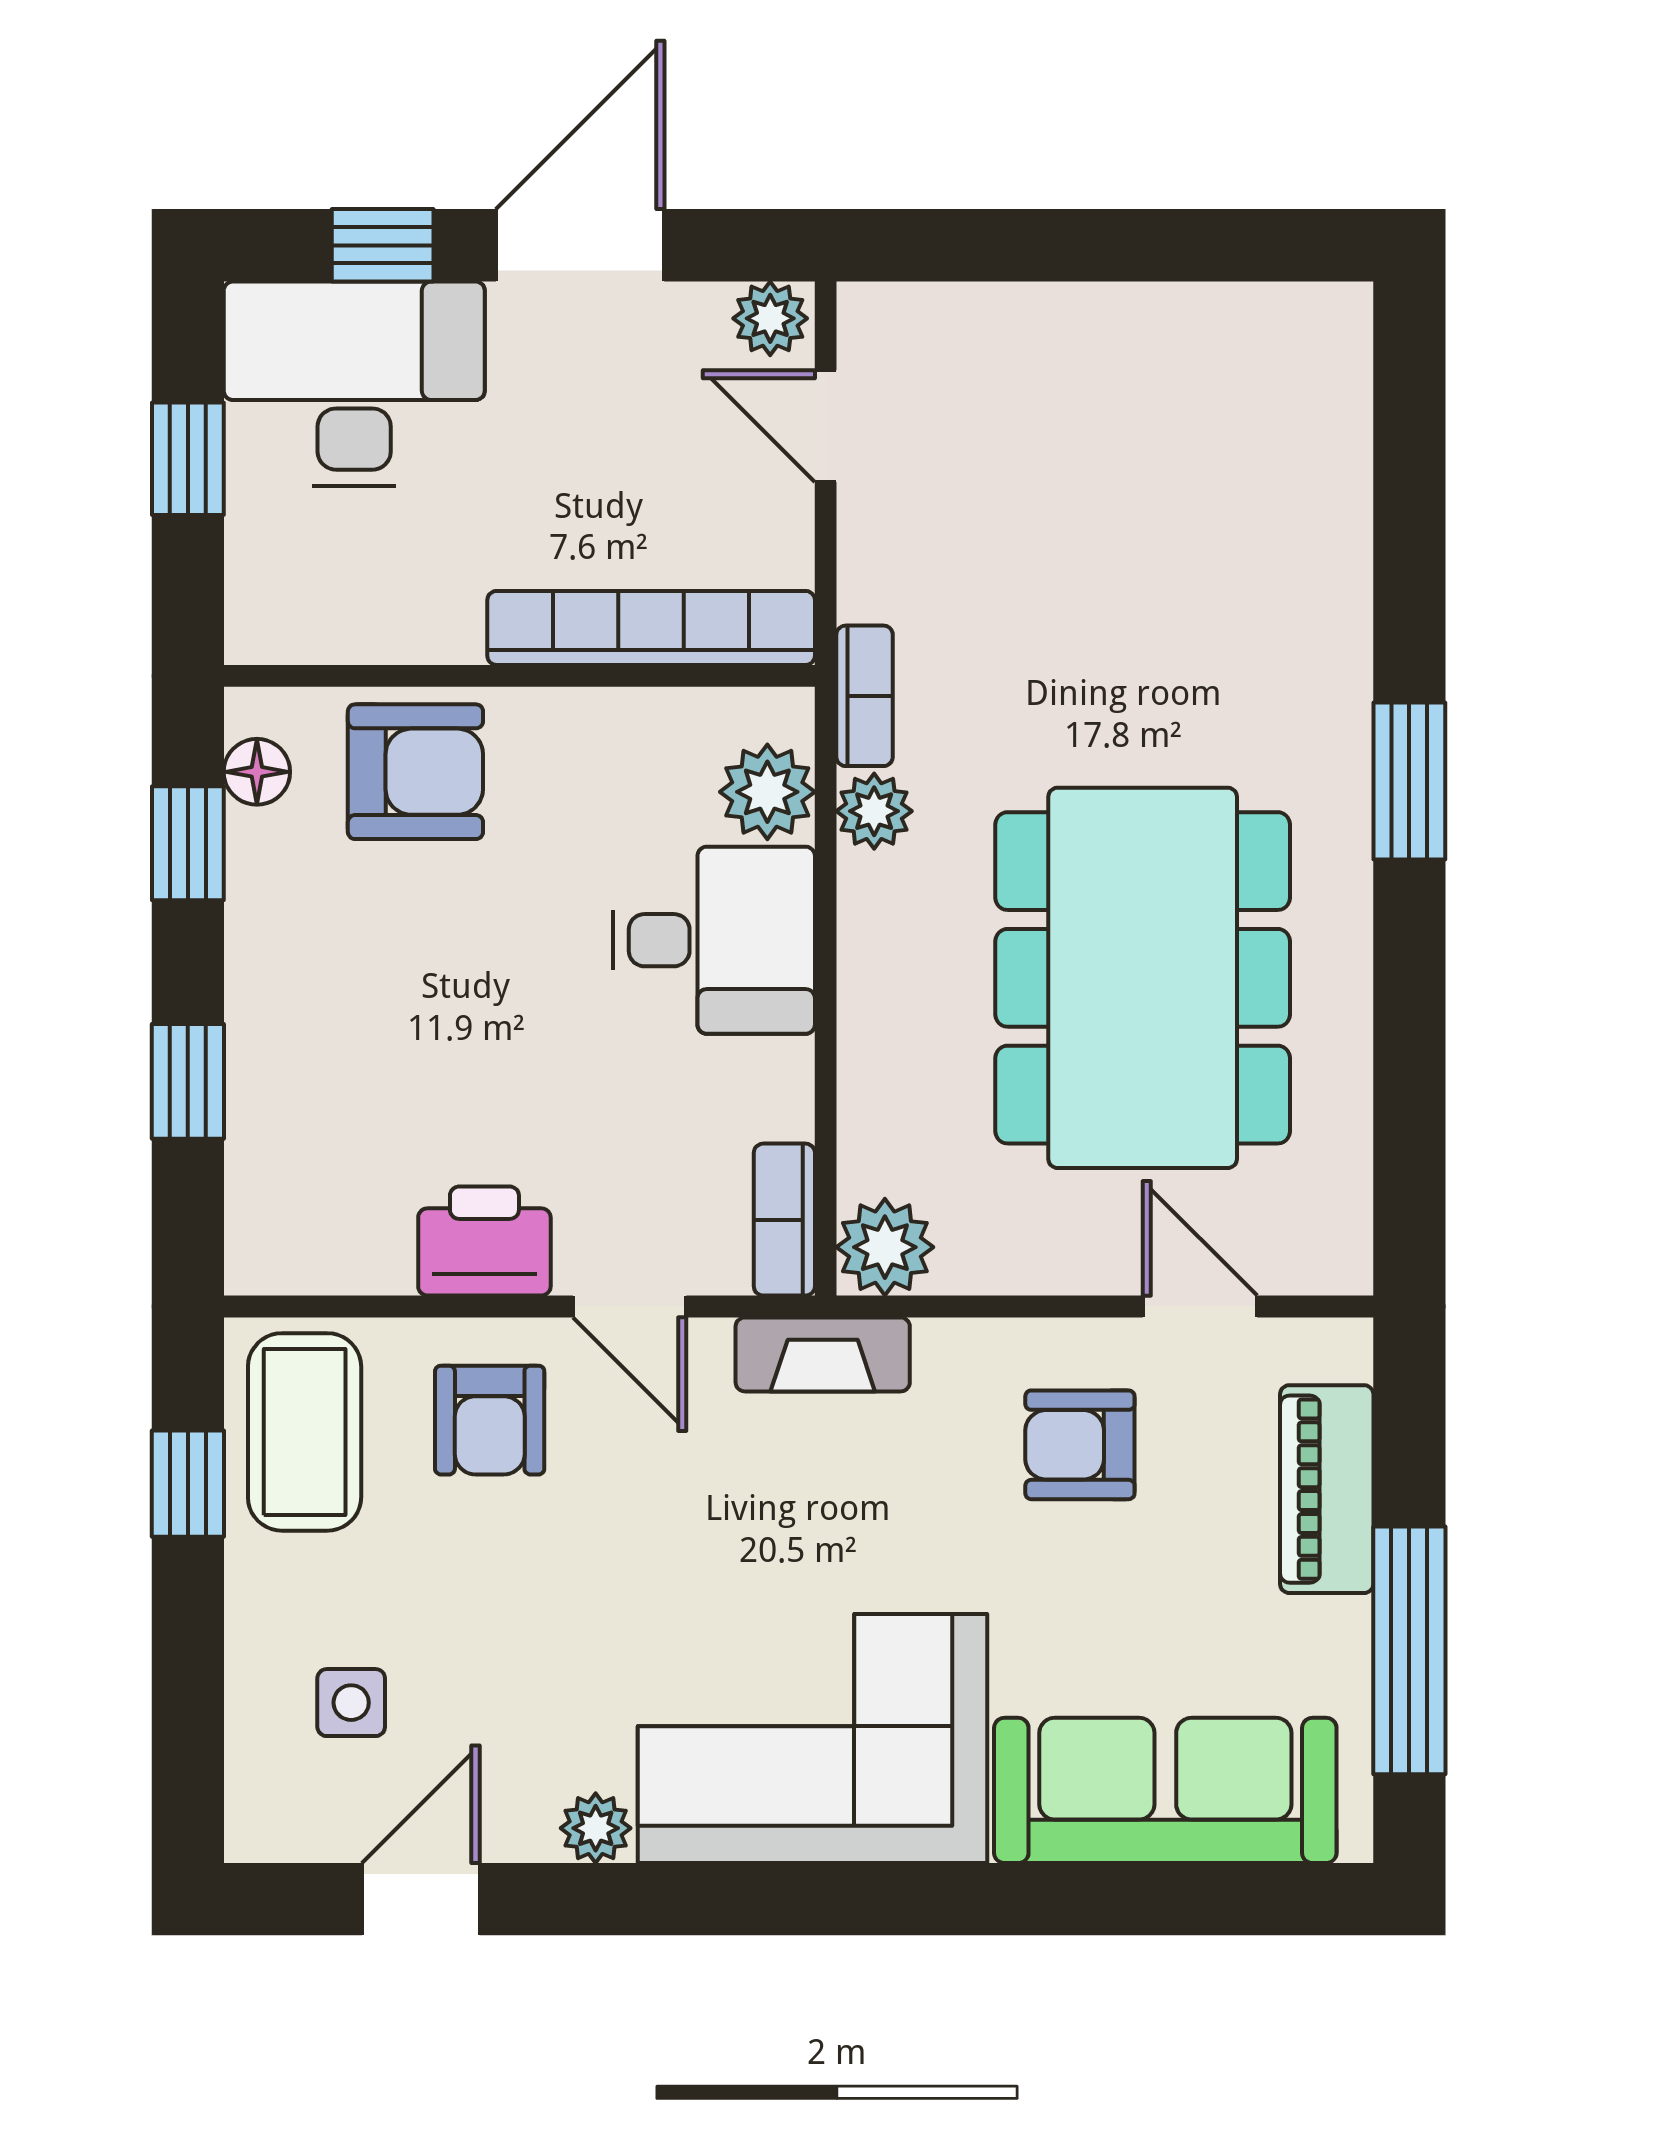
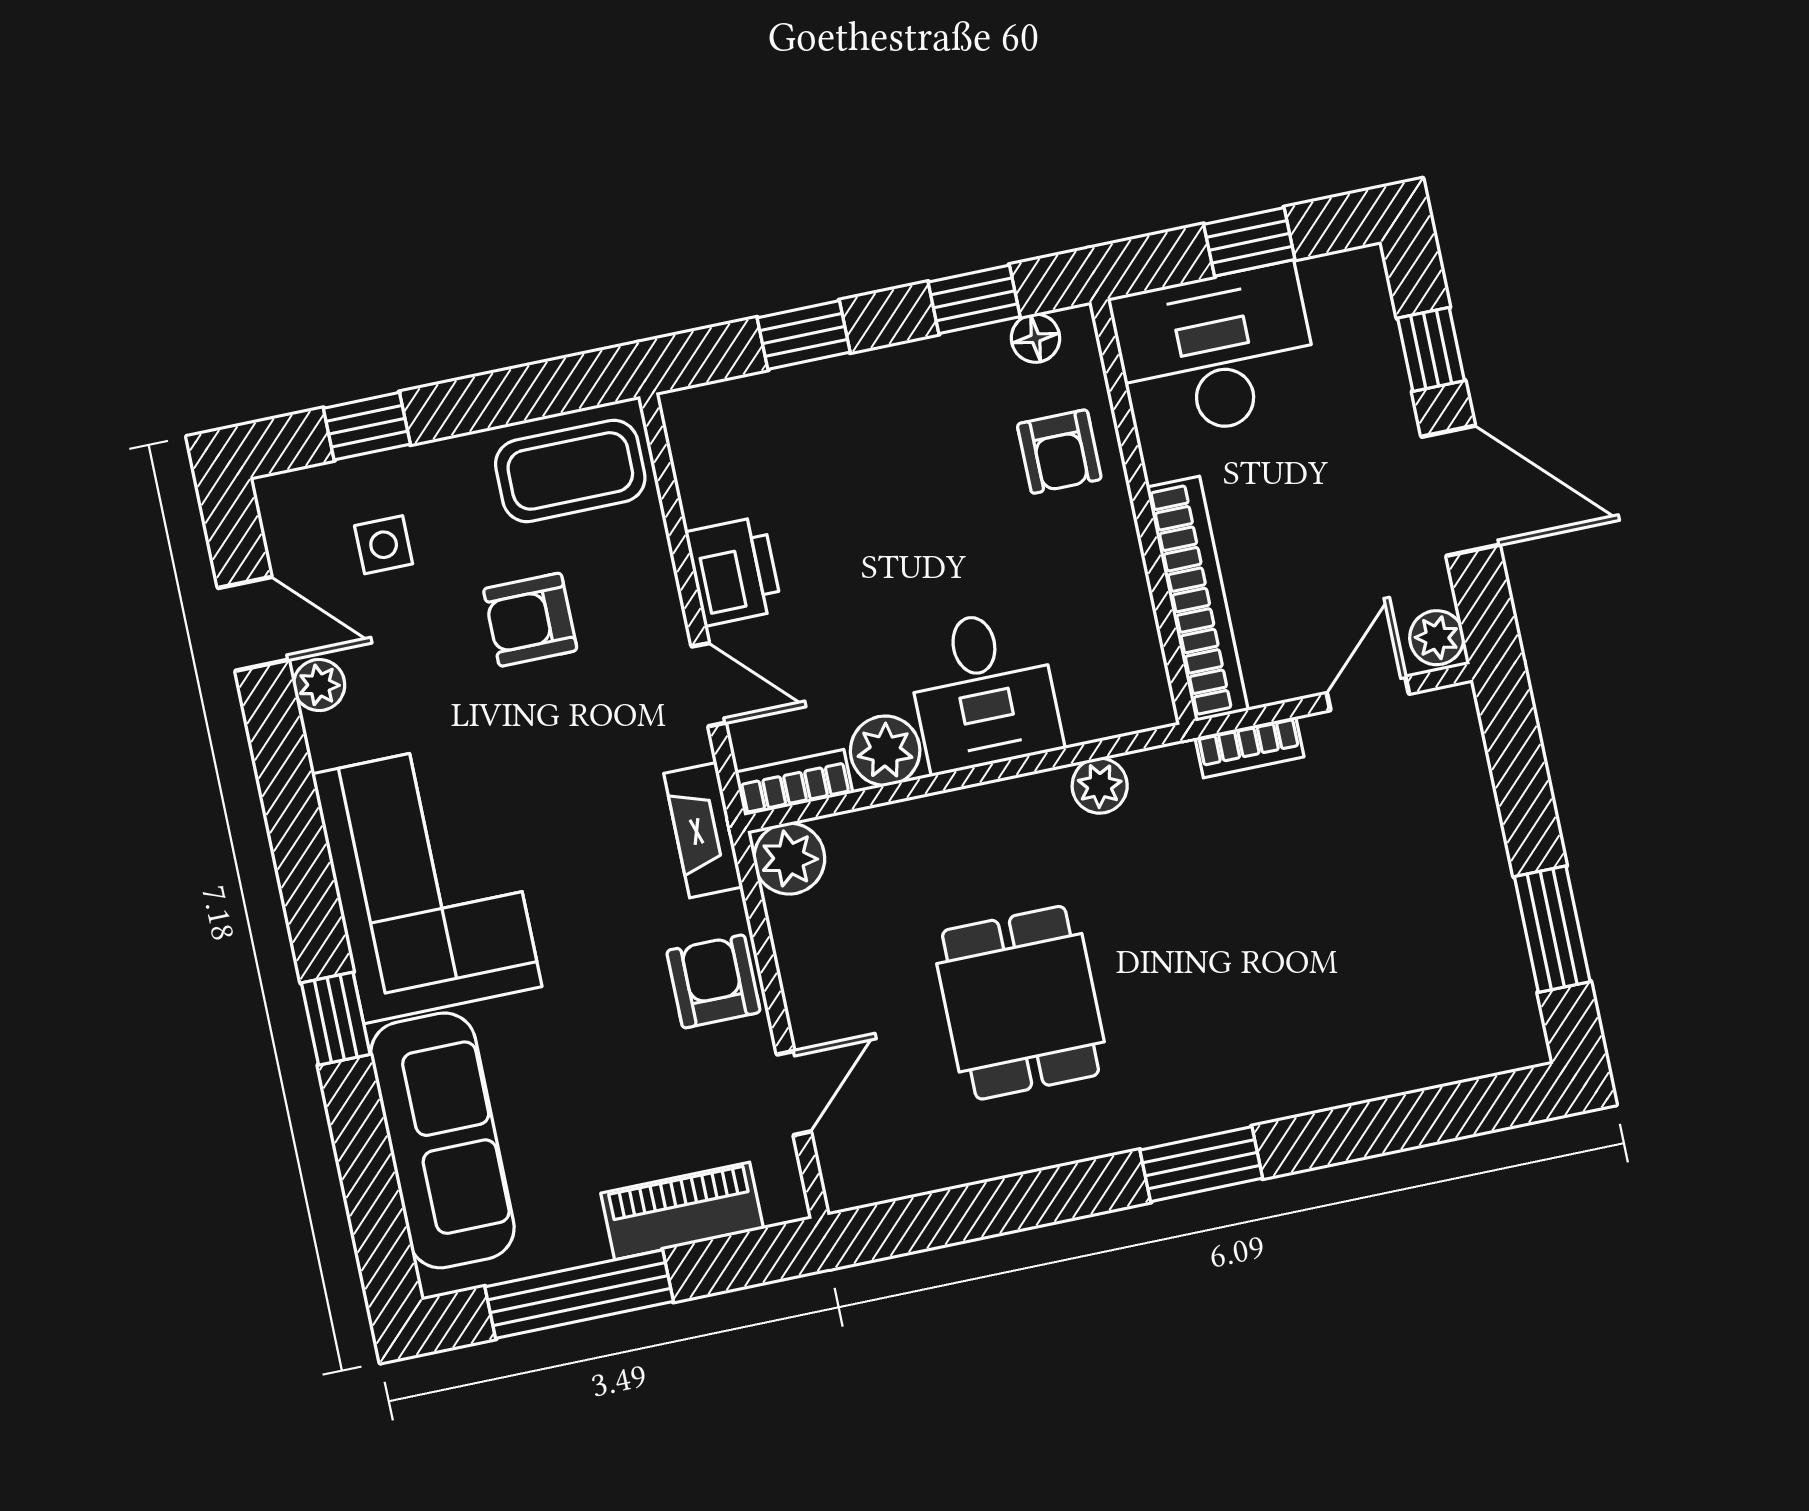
window: (1193, 245) -> (1552, 929), added
desk: (354, 384) -> (1216, 352), moved, turned -90
bookcase: (865, 696) -> (1250, 747), moved
armchair: (415, 772) -> (1059, 452), width x0.72, depth x0.72
plant: (767, 792) -> (885, 751), moved
dining table: (1143, 978) -> (1020, 1003), width x0.53, depth x0.80
door: (630, 1306) -> (709, 685), swing flipped
armchair: (490, 1420) -> (530, 620), moved
armchair: (1080, 1445) -> (713, 981), moved
window: (188, 1484) -> (367, 426), moved
plant: (596, 1828) -> (319, 685), moved
window: (972, 1899) -> (336, 1019), added

